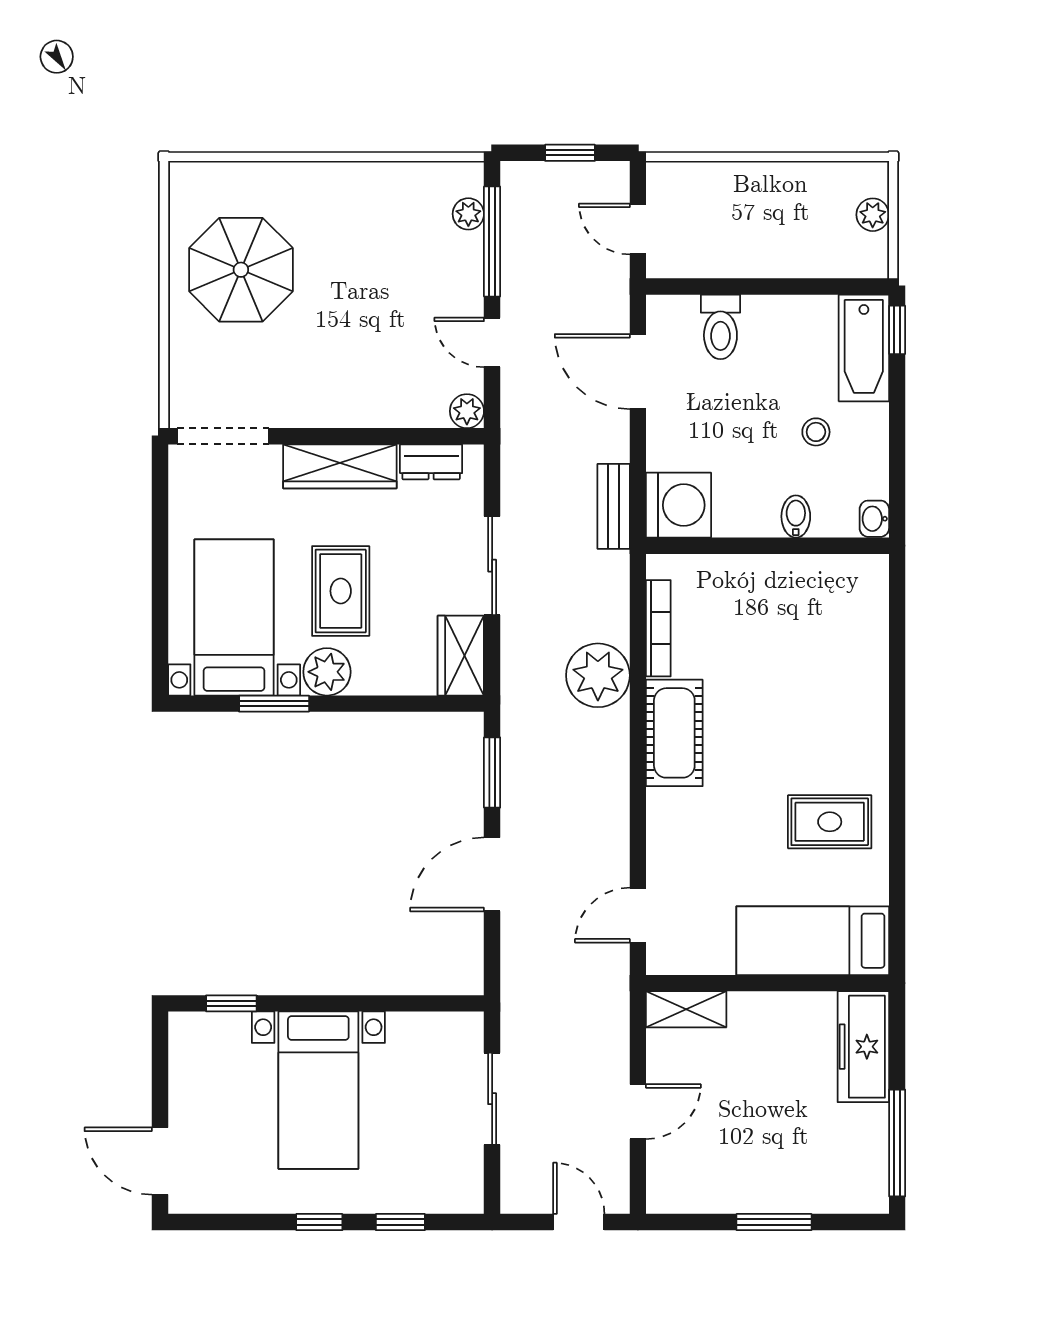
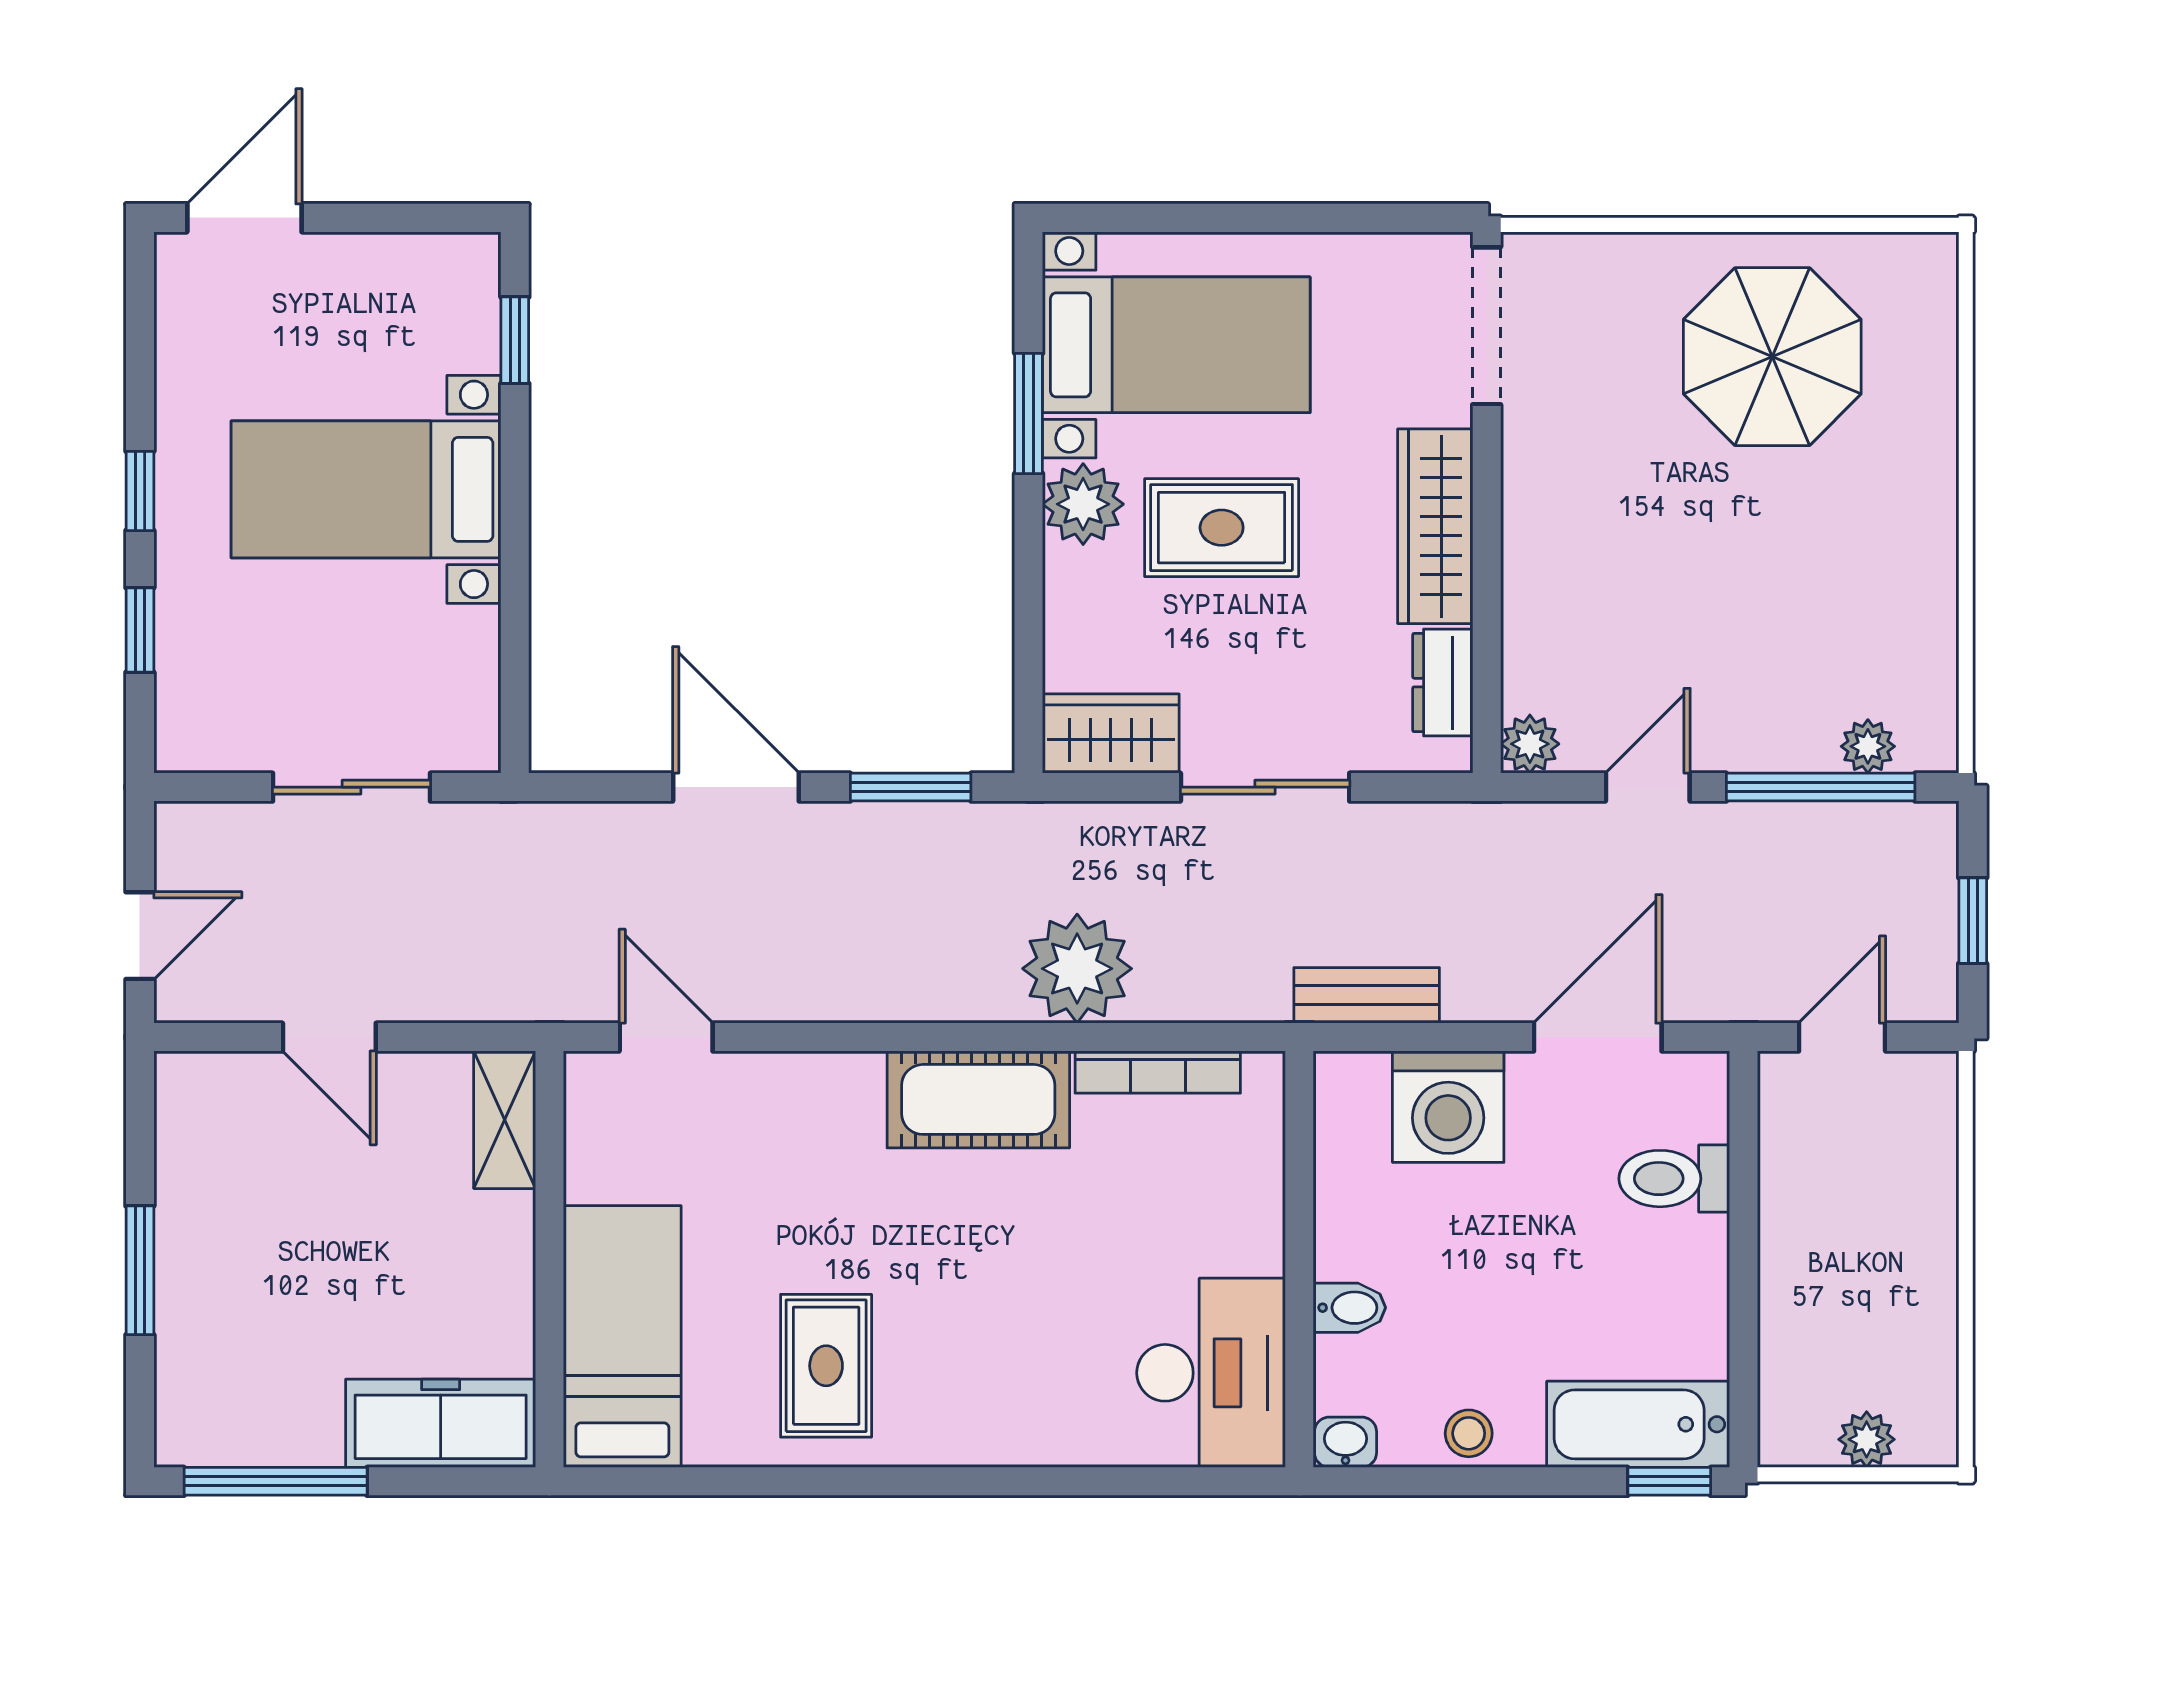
stool: (816, 432) -> (1469, 1433), moved
washing machine: (679, 505) -> (1448, 1107), moved
desk: (834, 597) -> (1211, 1373), added

